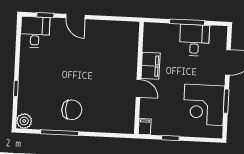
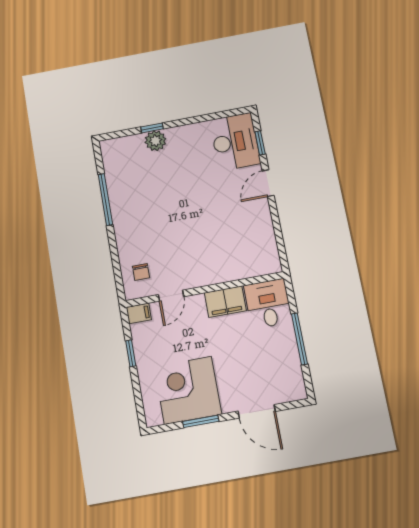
desk: (35, 32) -> (235, 142), width x1.37
desk: (194, 40) -> (268, 304), moved, turned -90
door: (138, 88) -> (171, 296), moved
chair: (72, 110) -> (141, 272), moved, width x0.54, depth x0.54
plant: (24, 121) -> (155, 141), moved

